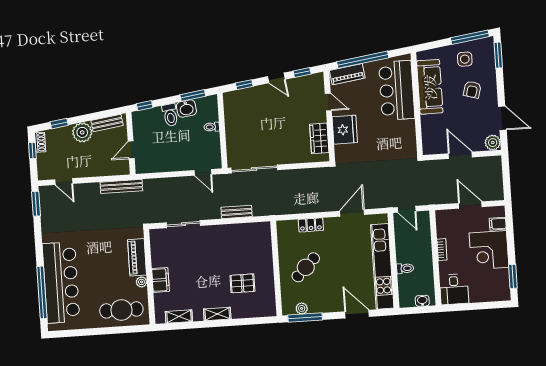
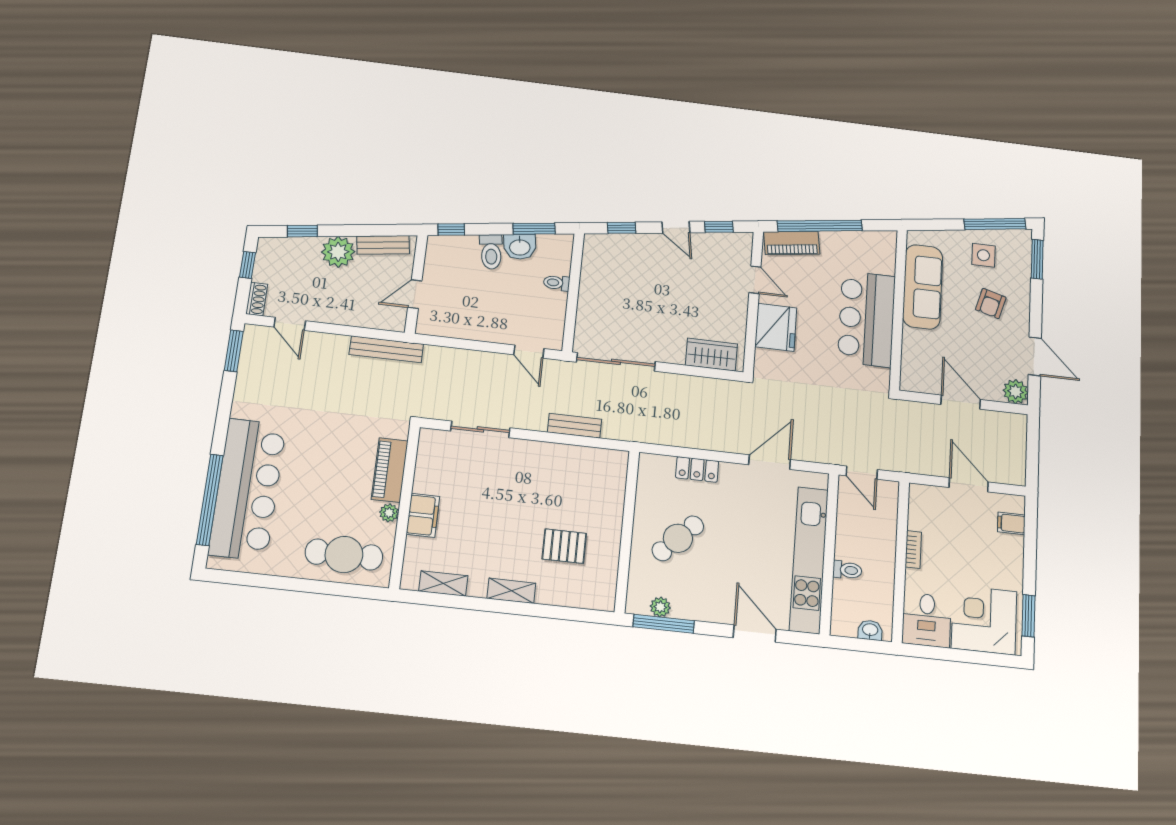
bar counter: (397, 90) -> (867, 319), moved
wardrobe: (319, 138) -> (711, 355), moved, turned 90
shoe rack: (40, 142) -> (257, 299), moved
corner desk: (489, 250) -> (984, 620), moved, turned 90

